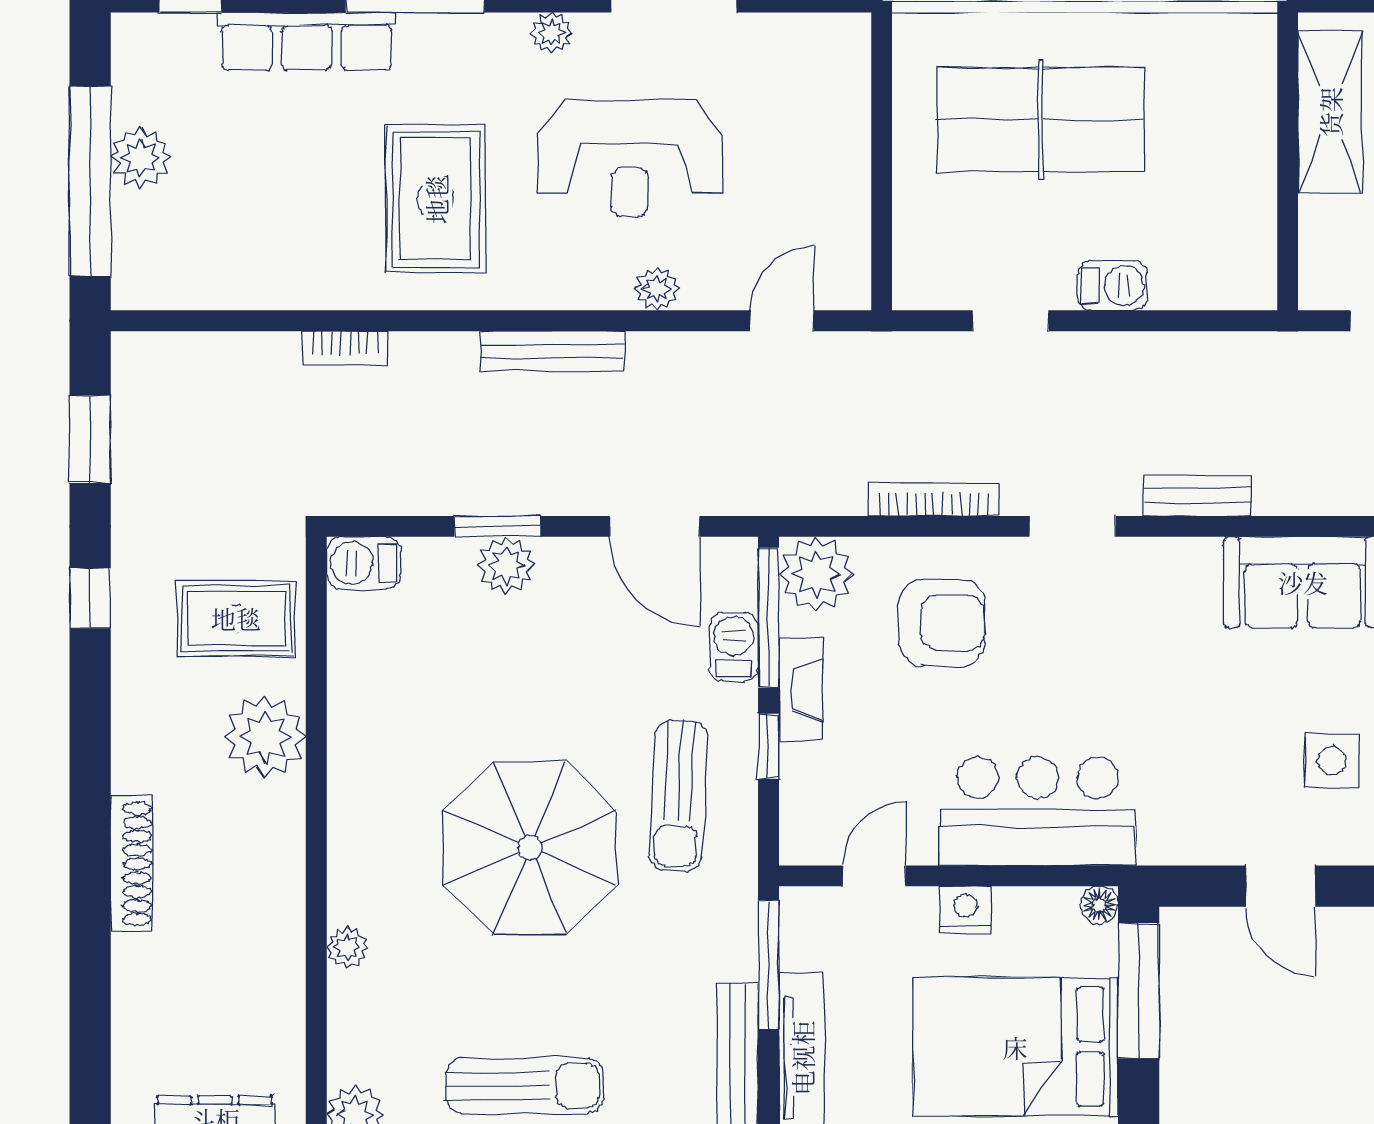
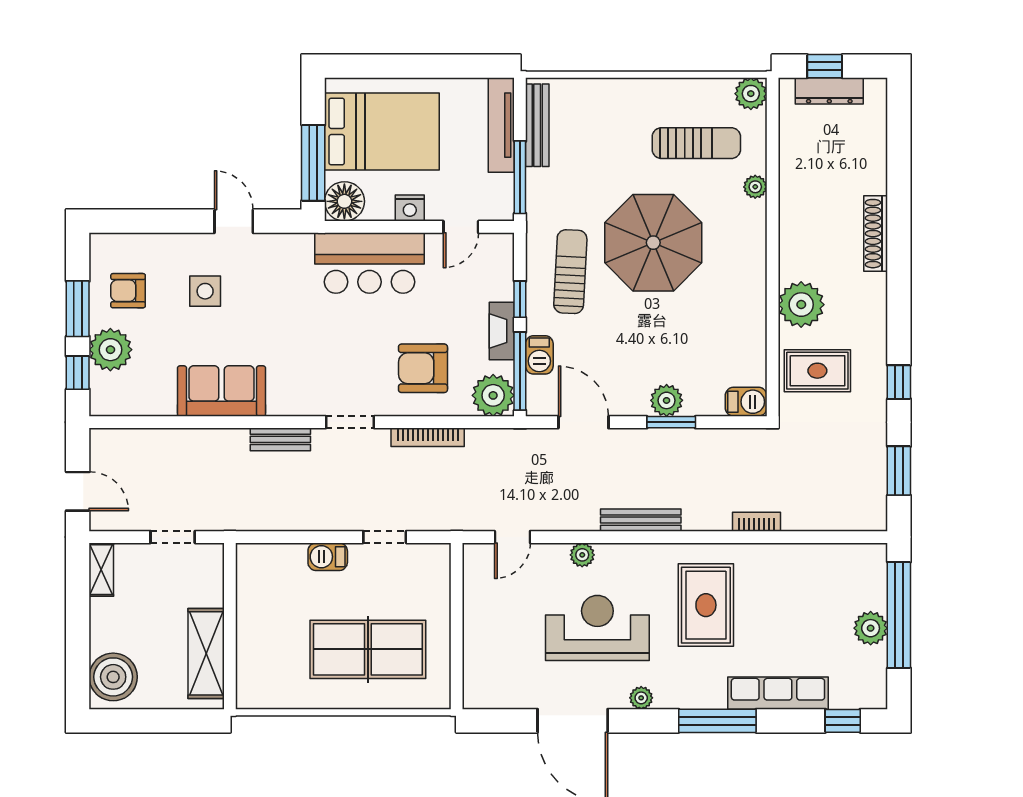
floor lamp: (1099, 905) -> (344, 201), width x1.89, depth x1.89
sun lounger: (525, 1086) -> (696, 143), moved, turned 180

